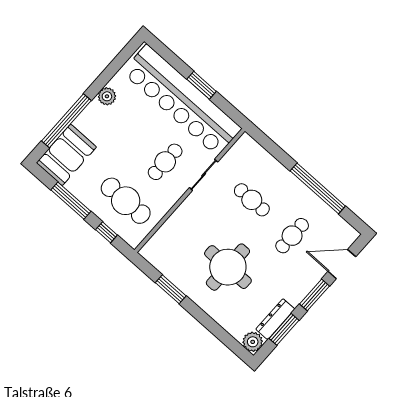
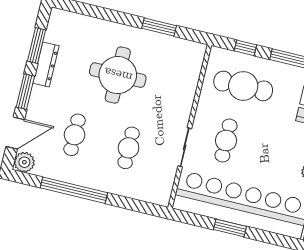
cafe table: (252, 200) -> (129, 148), turned 90
dresser: (275, 319) -> (46, 65), moved
plant: (253, 342) -> (24, 162), moved

